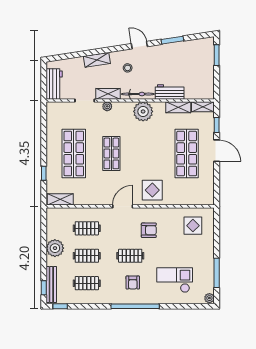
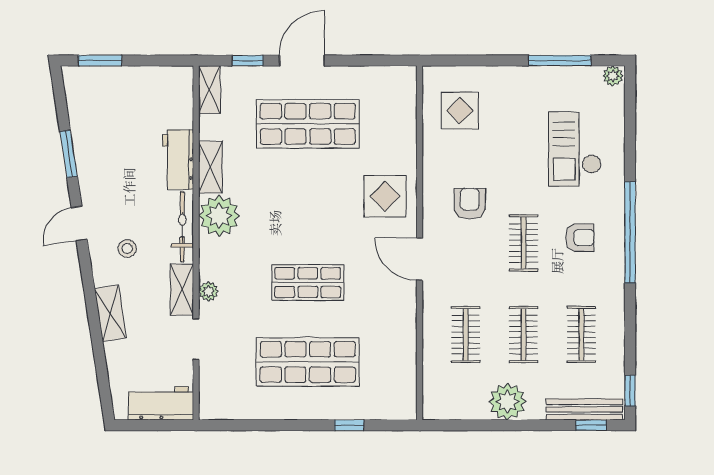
shelving: (178, 107) -> (210, 167), moved
shelving: (60, 199) -> (405, 391), removed

